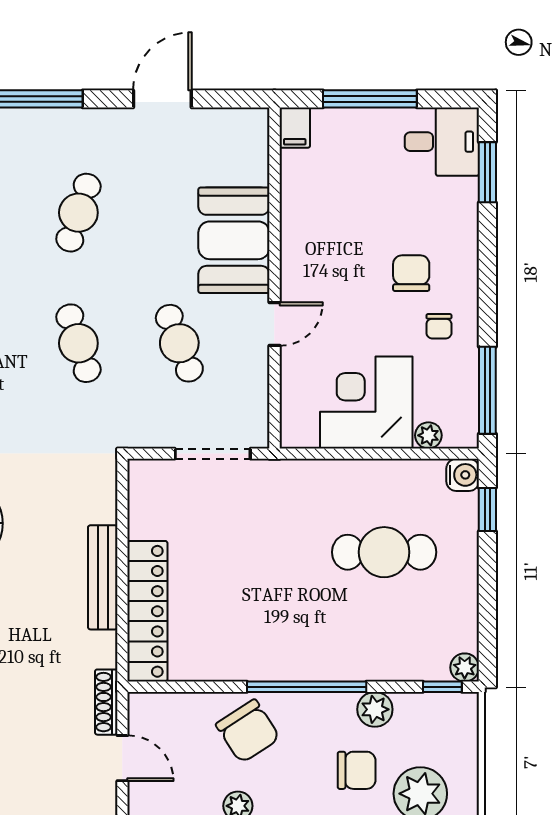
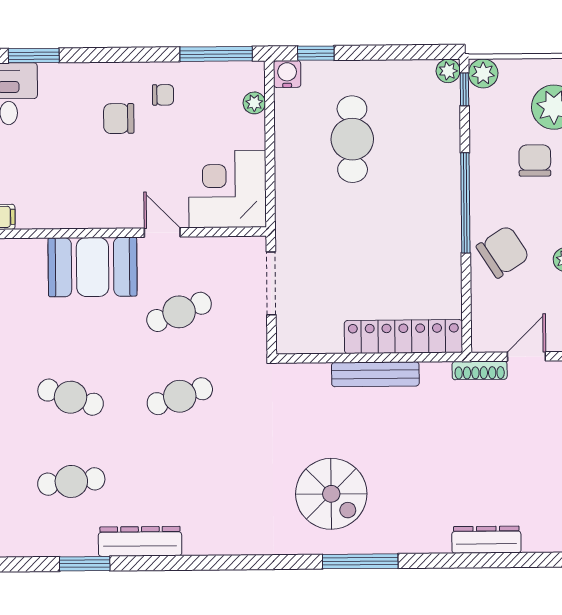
corner desk: (366, 402) -> (227, 189), moved, turned 90
plant: (375, 709) -> (483, 73), moved

